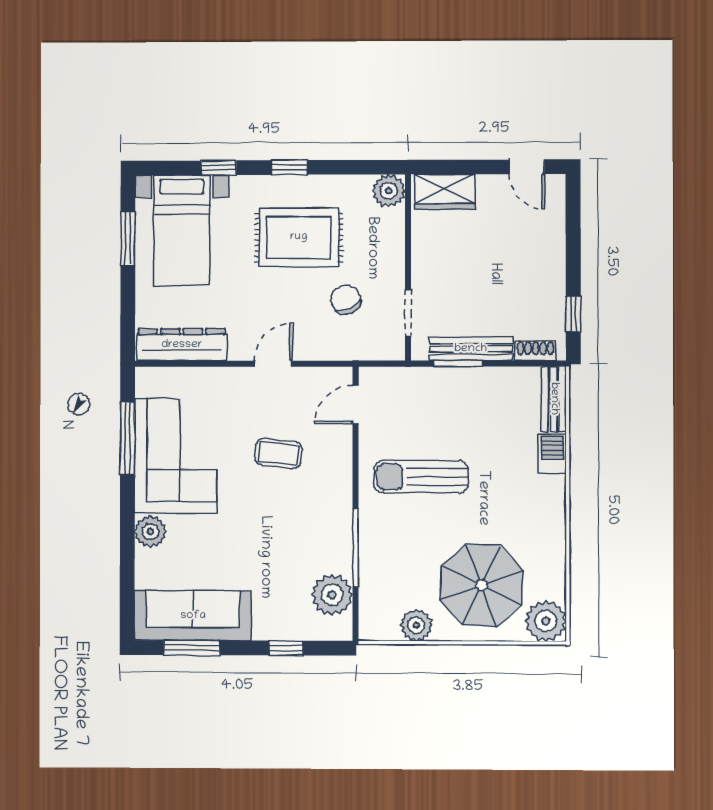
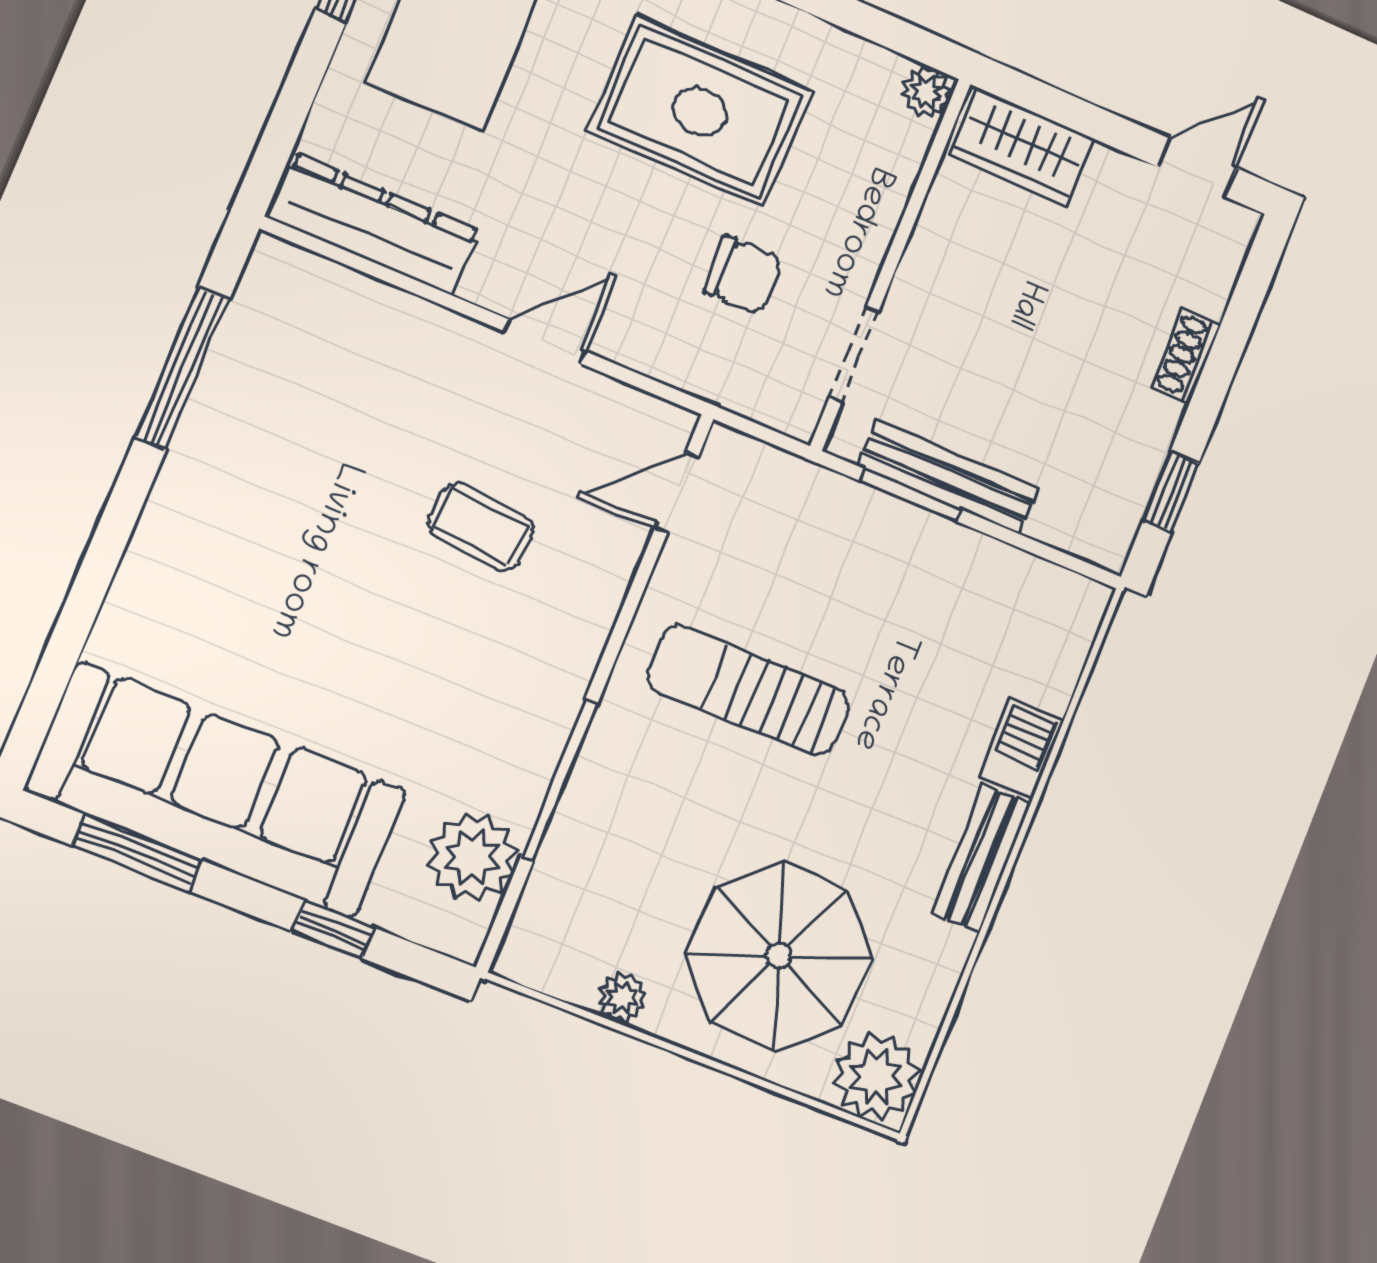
door: (527, 167) -> (1197, 167), swing flipped
plant: (389, 191) -> (927, 92), width x0.73, depth x0.73
chair: (346, 300) -> (743, 275), turned 111
shoe rack: (536, 351) -> (1187, 356), moved, turned -90
bench: (554, 399) -> (981, 859), moved
corner sofa: (176, 456) -> (268, 445), removed
plant: (150, 532) -> (150, 579), removed
sofa: (193, 616) -> (217, 791), width x1.36, depth x1.27
plant: (416, 625) -> (622, 998), width x0.73, depth x0.73

